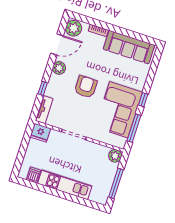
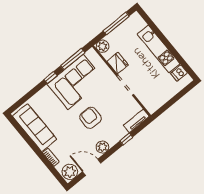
armchair: (86, 87) -> (90, 118), turned 90
fridge: (40, 133) -> (118, 63), moved

